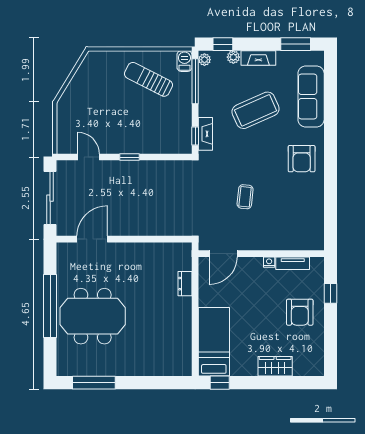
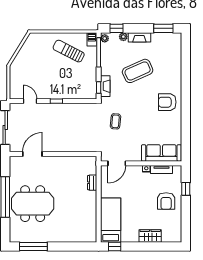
sofa: (311, 97) -> (161, 153), moved, turned 90
armchair: (302, 159) -> (167, 102), turned 90
coffee table: (245, 197) -> (115, 121), moved

